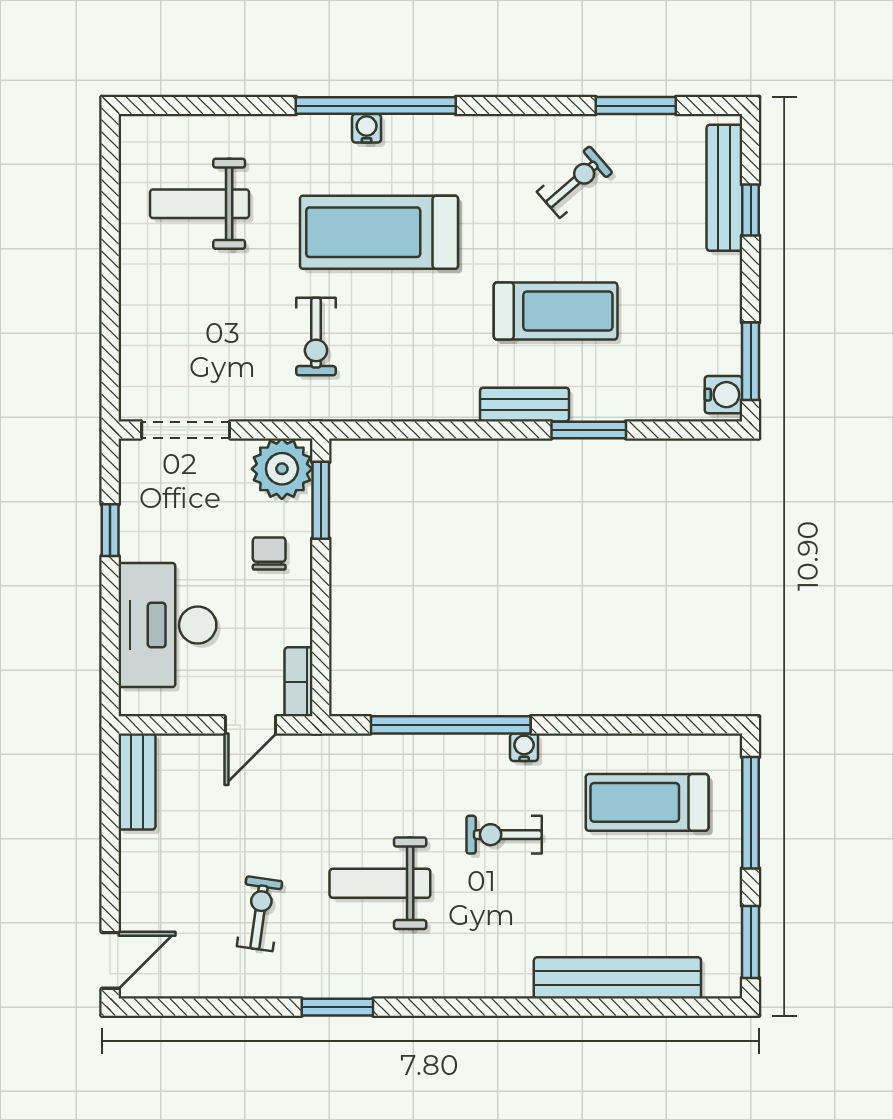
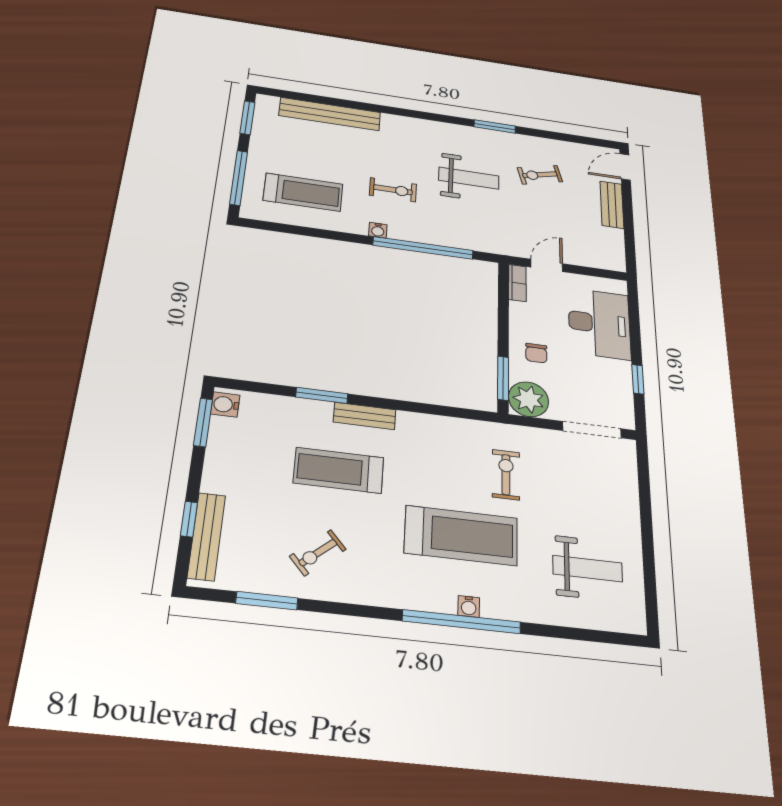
bench: (137, 781) -> (612, 205), moved
exercise bike: (260, 914) -> (540, 175), turned 67

